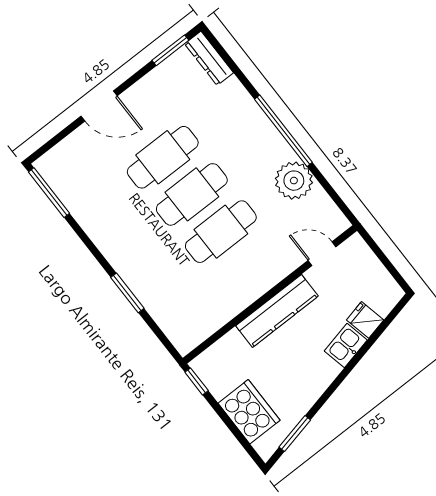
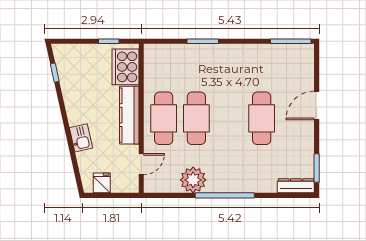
cafe table: (192, 194) -> (164, 118), moved
fridge: (365, 320) -> (102, 183), moved, turned -78
window: (197, 381) -> (109, 41), moved
cooker: (249, 412) -> (125, 67), moved, turned 90
window: (295, 434) -> (55, 73), width x0.67

